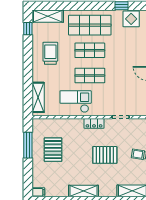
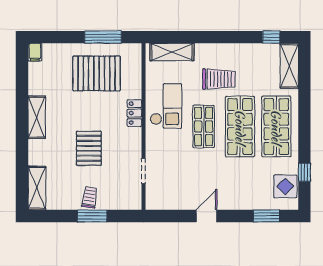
shop shelf: (90, 50) -> (240, 127), width x1.43, depth x1.36
trolley: (50, 53) -> (219, 79), moved
locker: (94, 123) -> (134, 113), moved
pallet: (53, 150) -> (97, 73), width x1.37, depth x1.41

